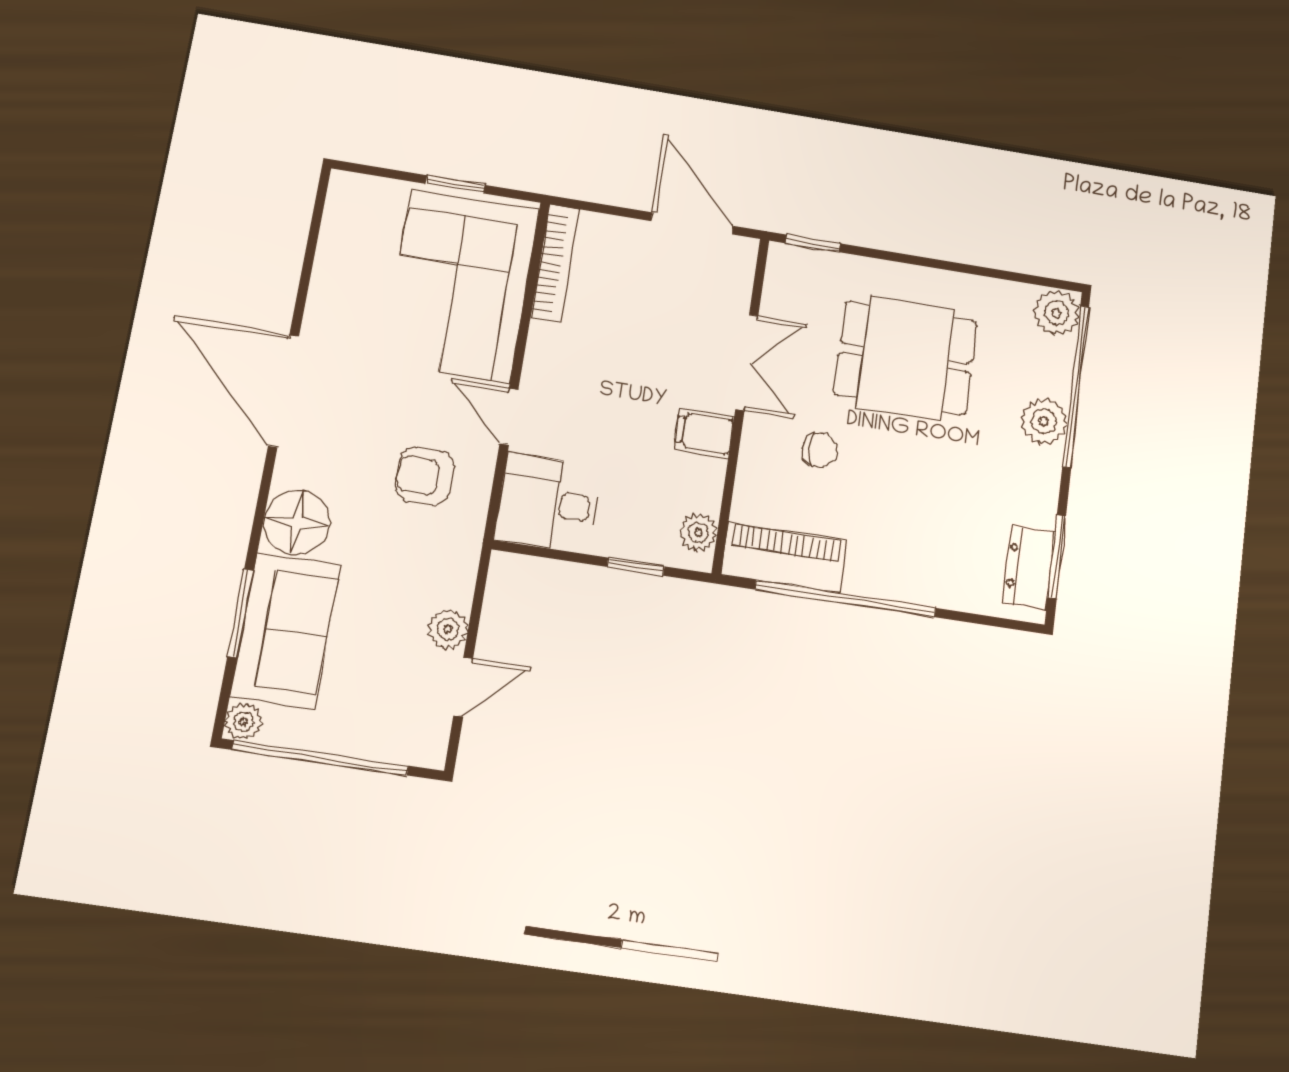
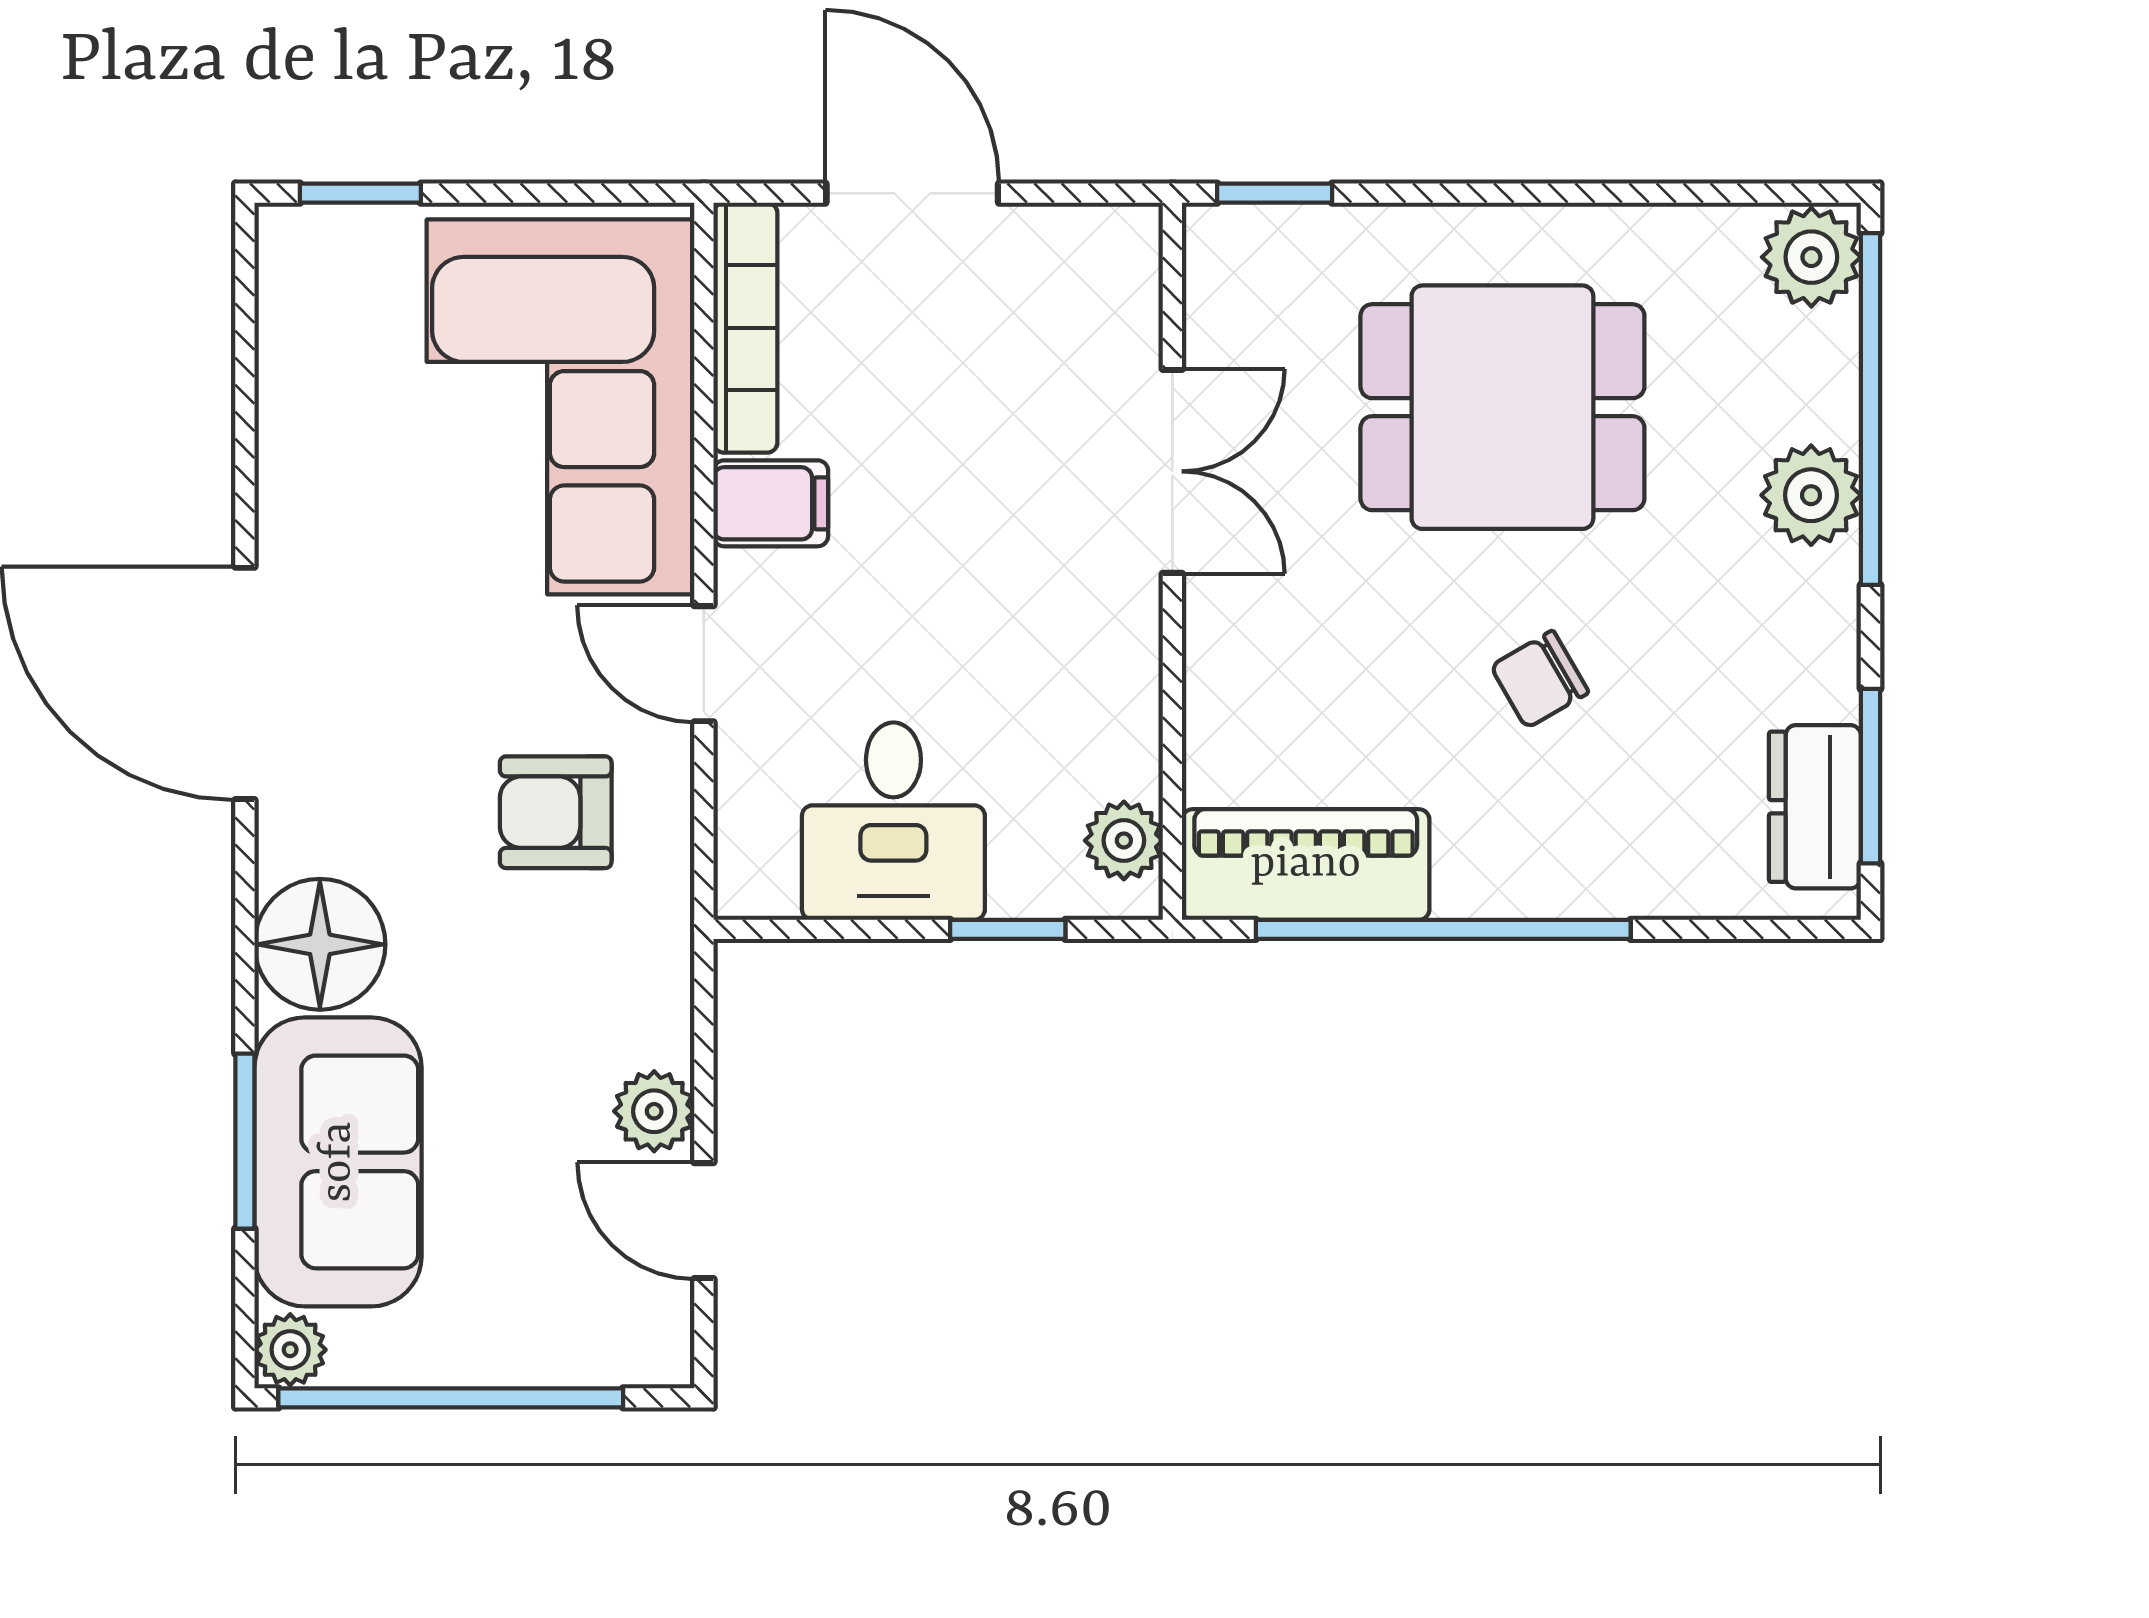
window: (455, 184) -> (360, 193), moved
door: (692, 223) -> (912, 193), moved
filing cabinet: (704, 433) -> (771, 503), moved, turned 180
chair: (820, 450) -> (1540, 679), moved, turned 150
desk: (548, 503) -> (893, 821), moved, turned -90
door: (463, 687) -> (704, 1221), swing flipped

